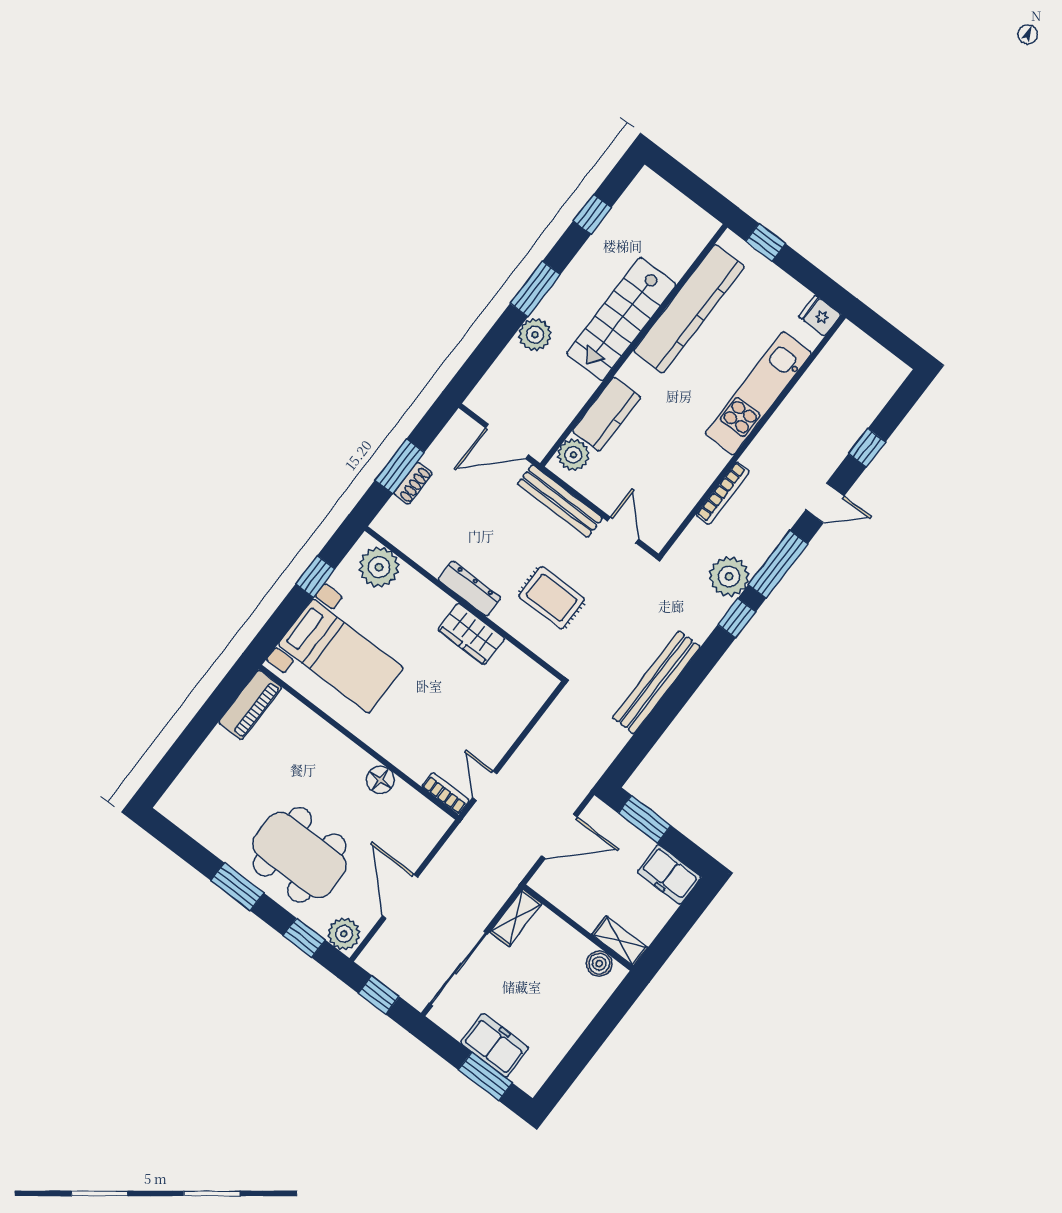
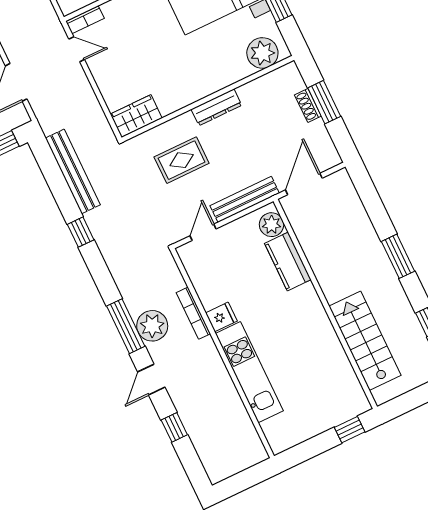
kitchen counter: (689, 309) -> (331, 354), removed
fridge: (820, 316) -> (221, 317), moved
stairs: (621, 319) -> (365, 341), moved
plant: (535, 335) -> (367, 240), removed
door: (623, 530) -> (203, 232), swing flipped
plant: (729, 576) -> (152, 326), moved
window: (737, 618) -> (81, 232), moved
wardrobe: (471, 634) -> (136, 116), moved
bench: (656, 682) -> (73, 171), moved

